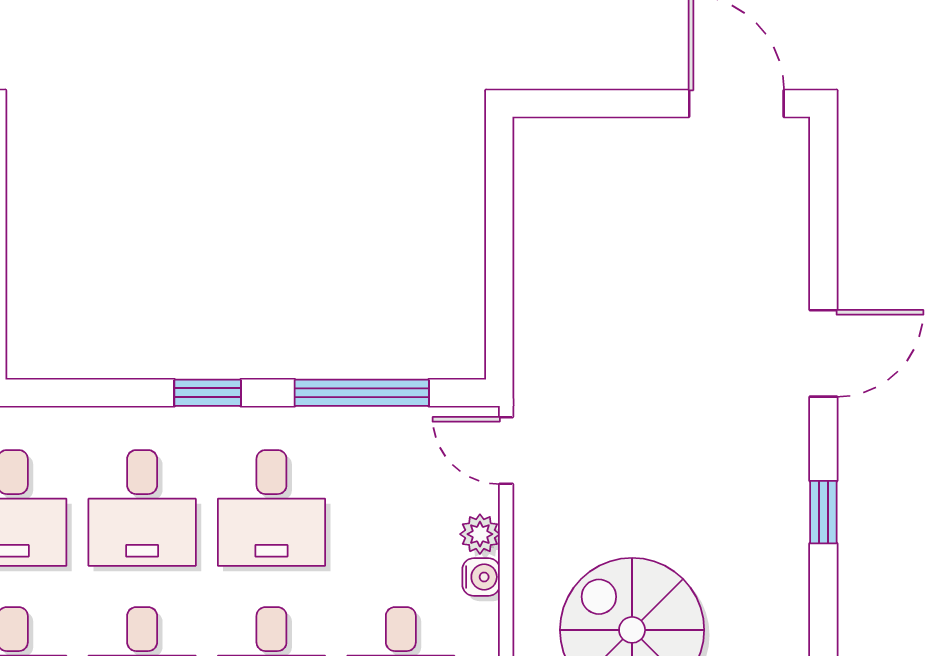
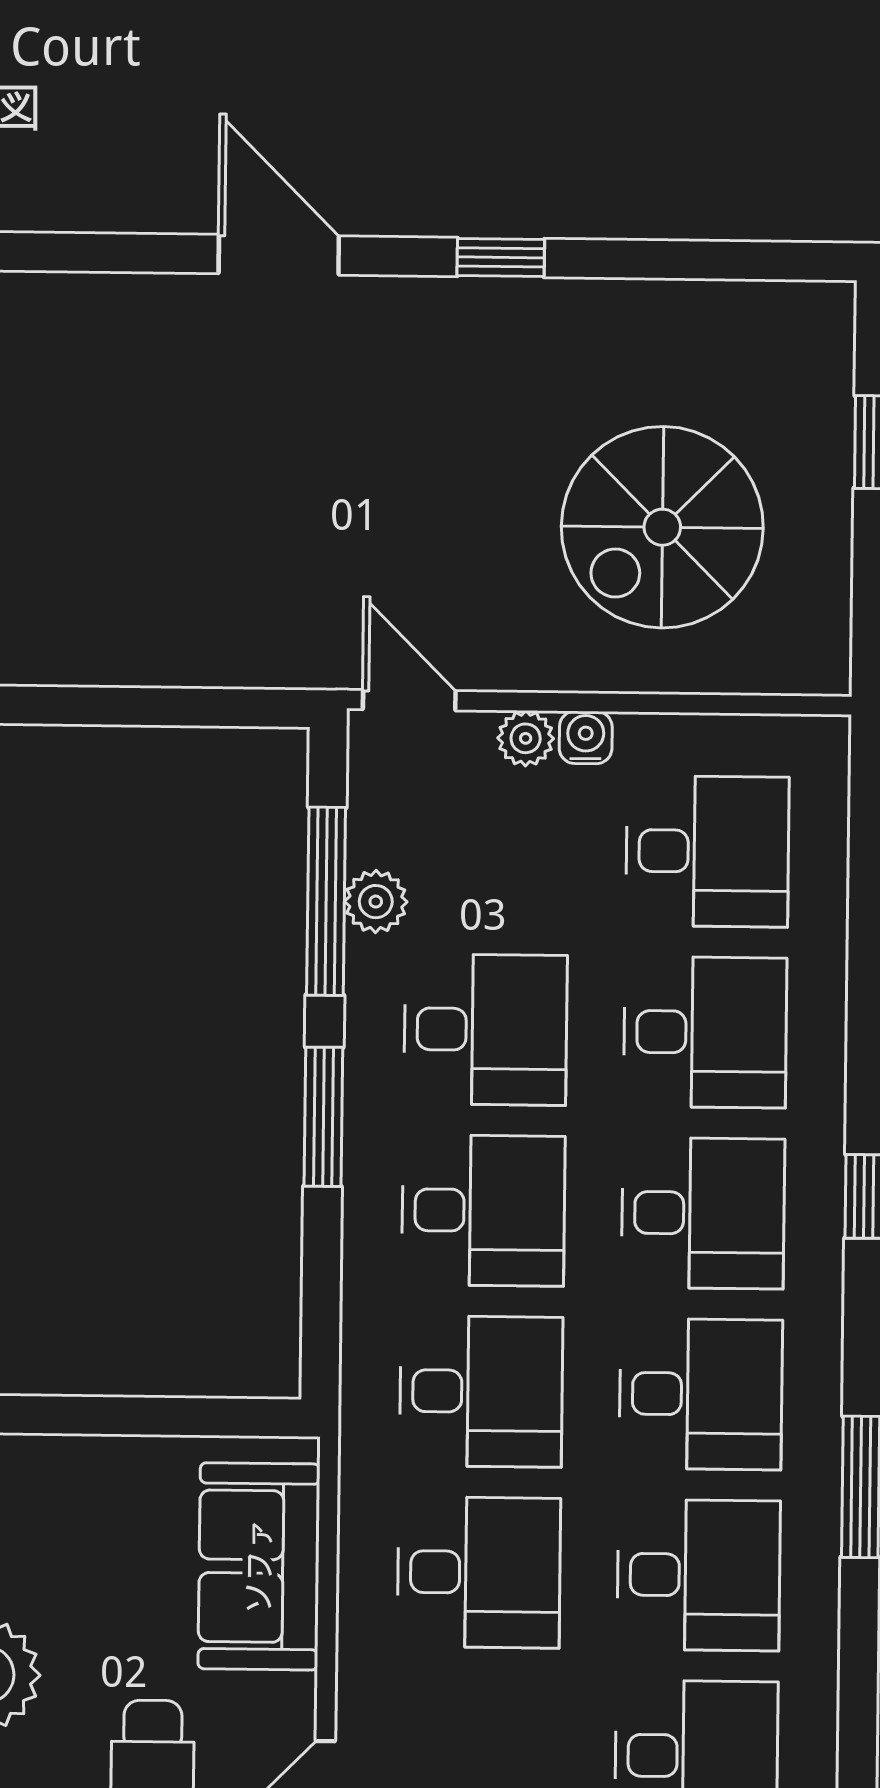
window: (208, 393) -> (323, 1117), width x1.50
plant: (362, 428) -> (376, 902), added
door: (506, 451) -> (409, 700), swing flipped

